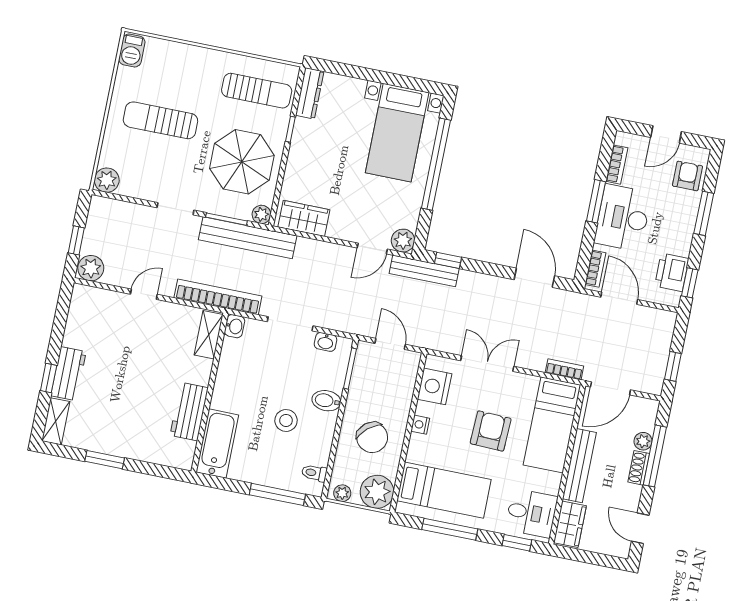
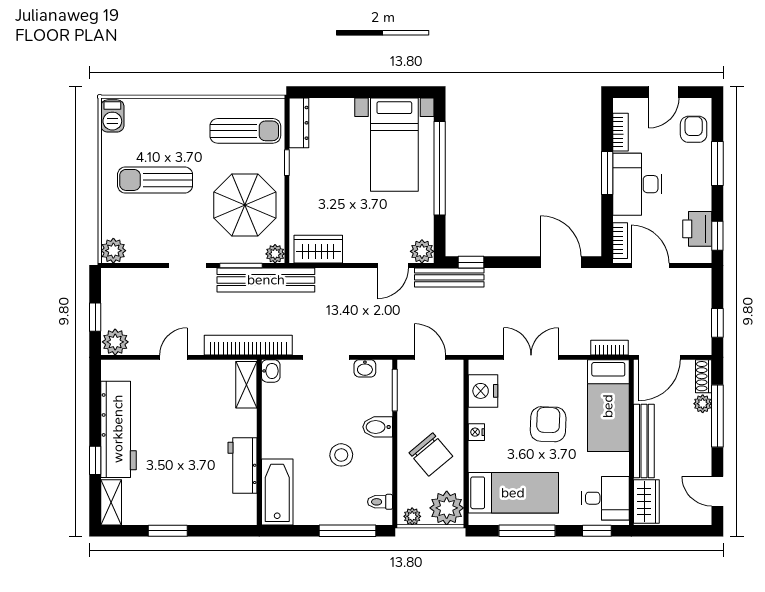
workbench: (68, 374) -> (118, 429), width x1.88, depth x1.32
shoe rack: (639, 468) -> (704, 376), moved

